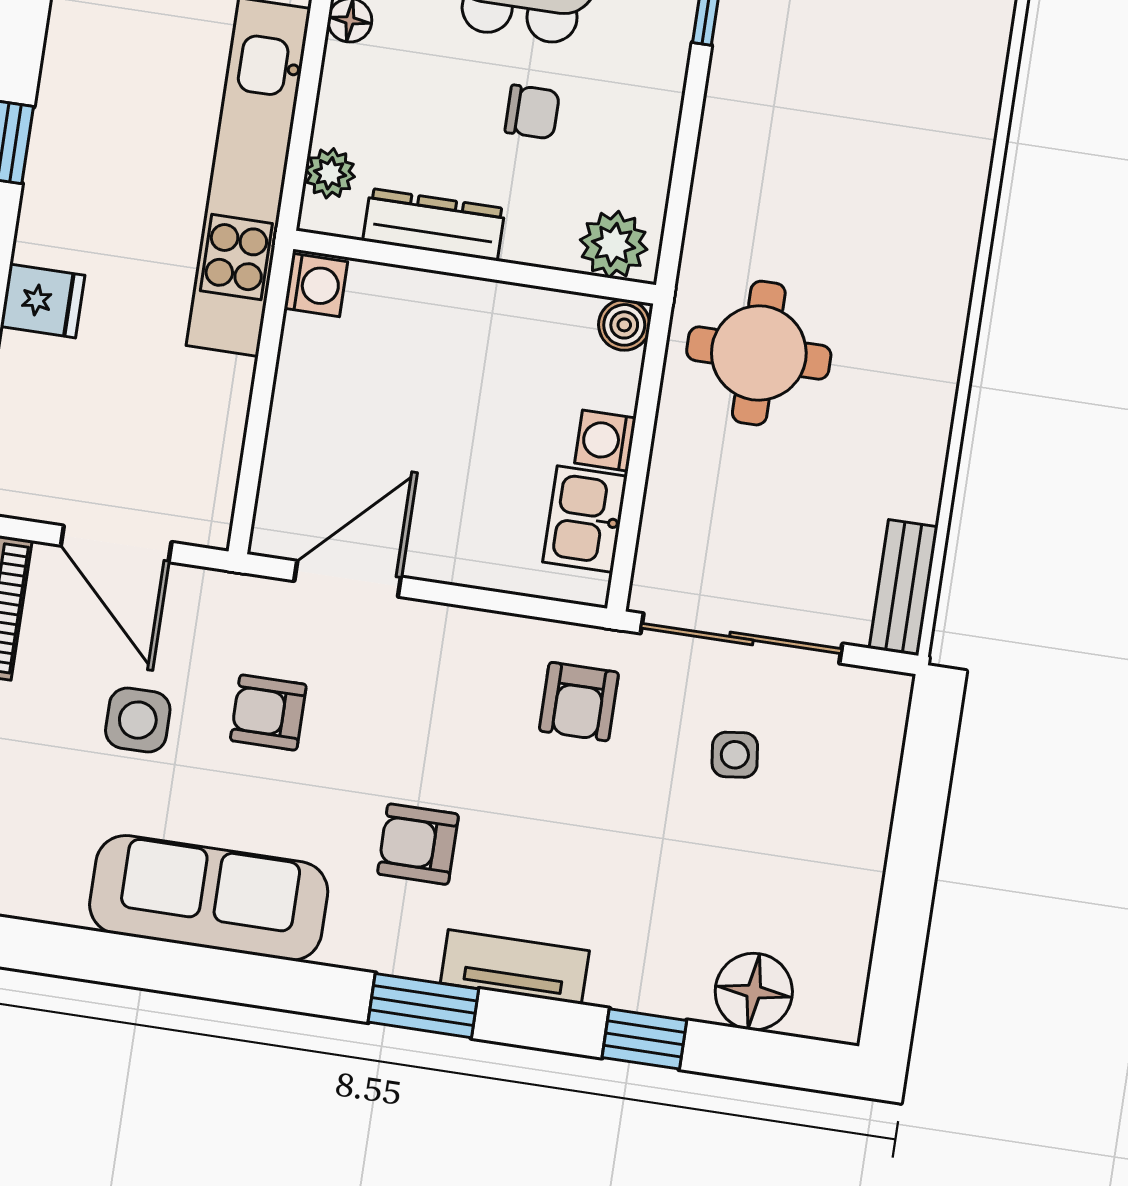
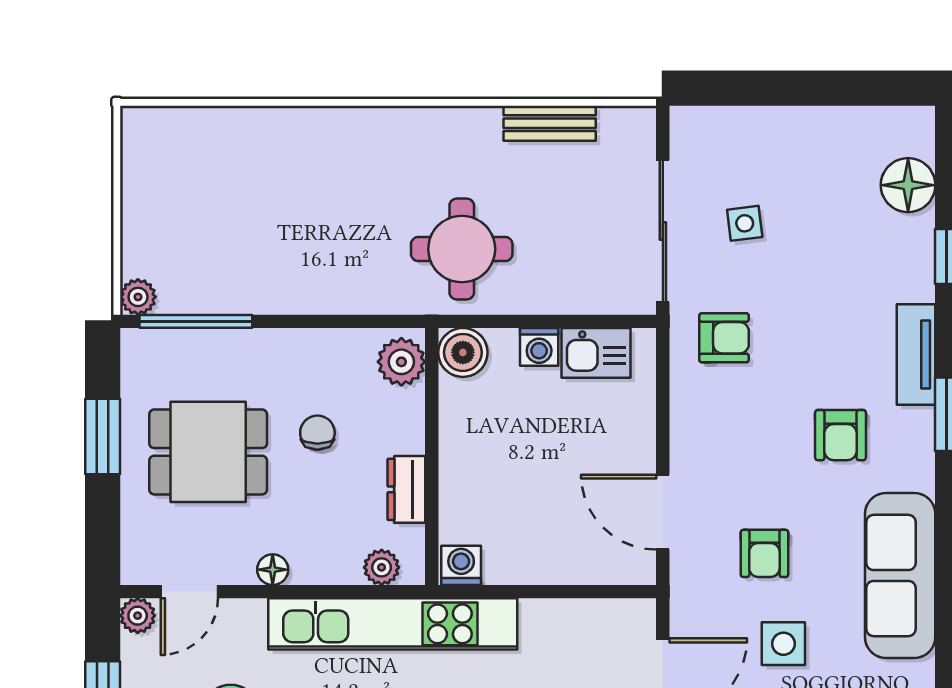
dresser: (434, 225) -> (406, 489), width x0.70
boiler: (624, 325) -> (463, 352), width x1.36, depth x1.36
bench: (904, 588) -> (550, 123), moved

